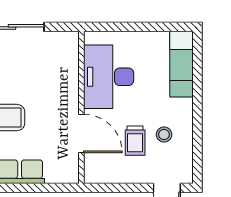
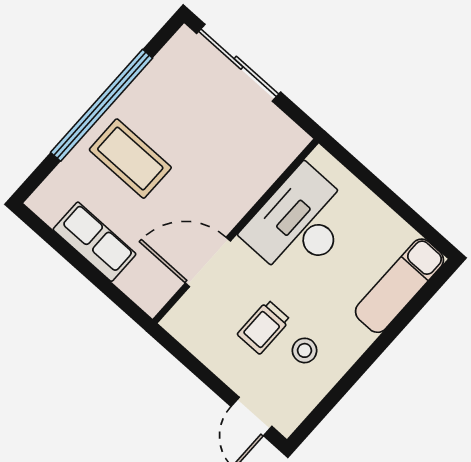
door: (81, 134) -> (208, 262), swing flipped

